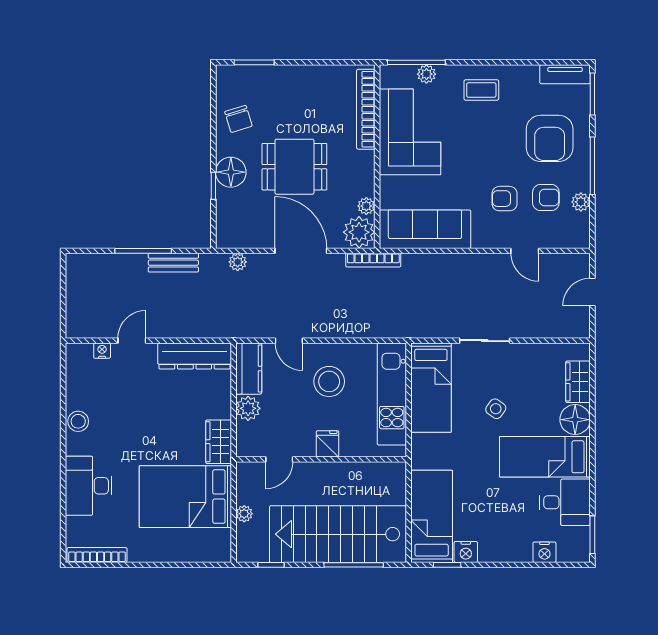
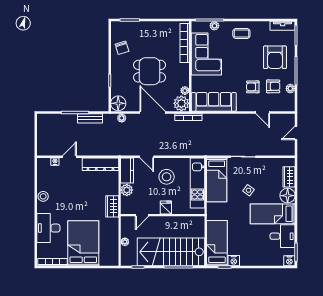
floor lamp: (231, 172) -> (118, 103), moved
bed: (185, 497) -> (83, 243), moved, turned 90
nightstand: (544, 552) -> (289, 261), moved

